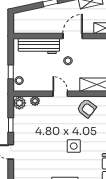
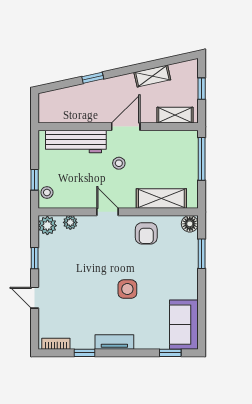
armchair: (87, 108) -> (146, 233), turned 53

